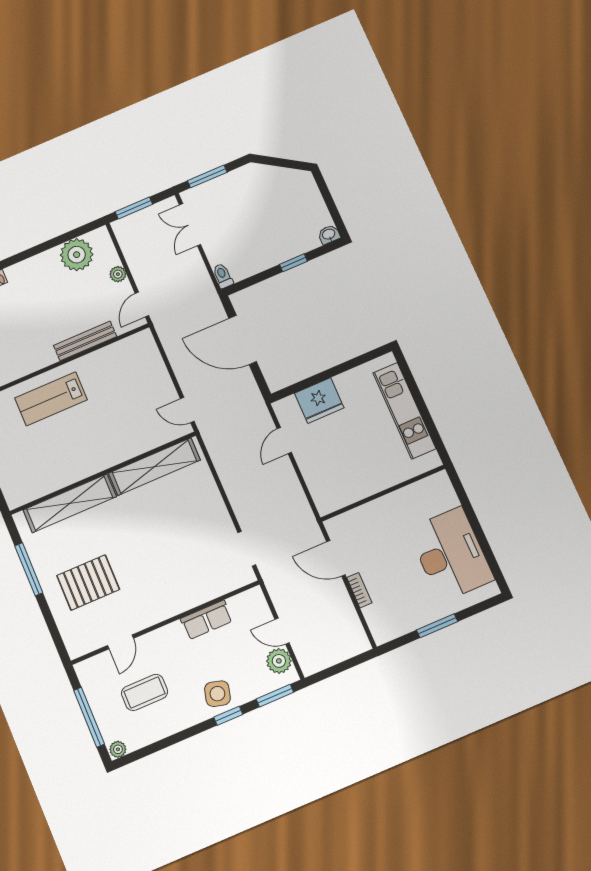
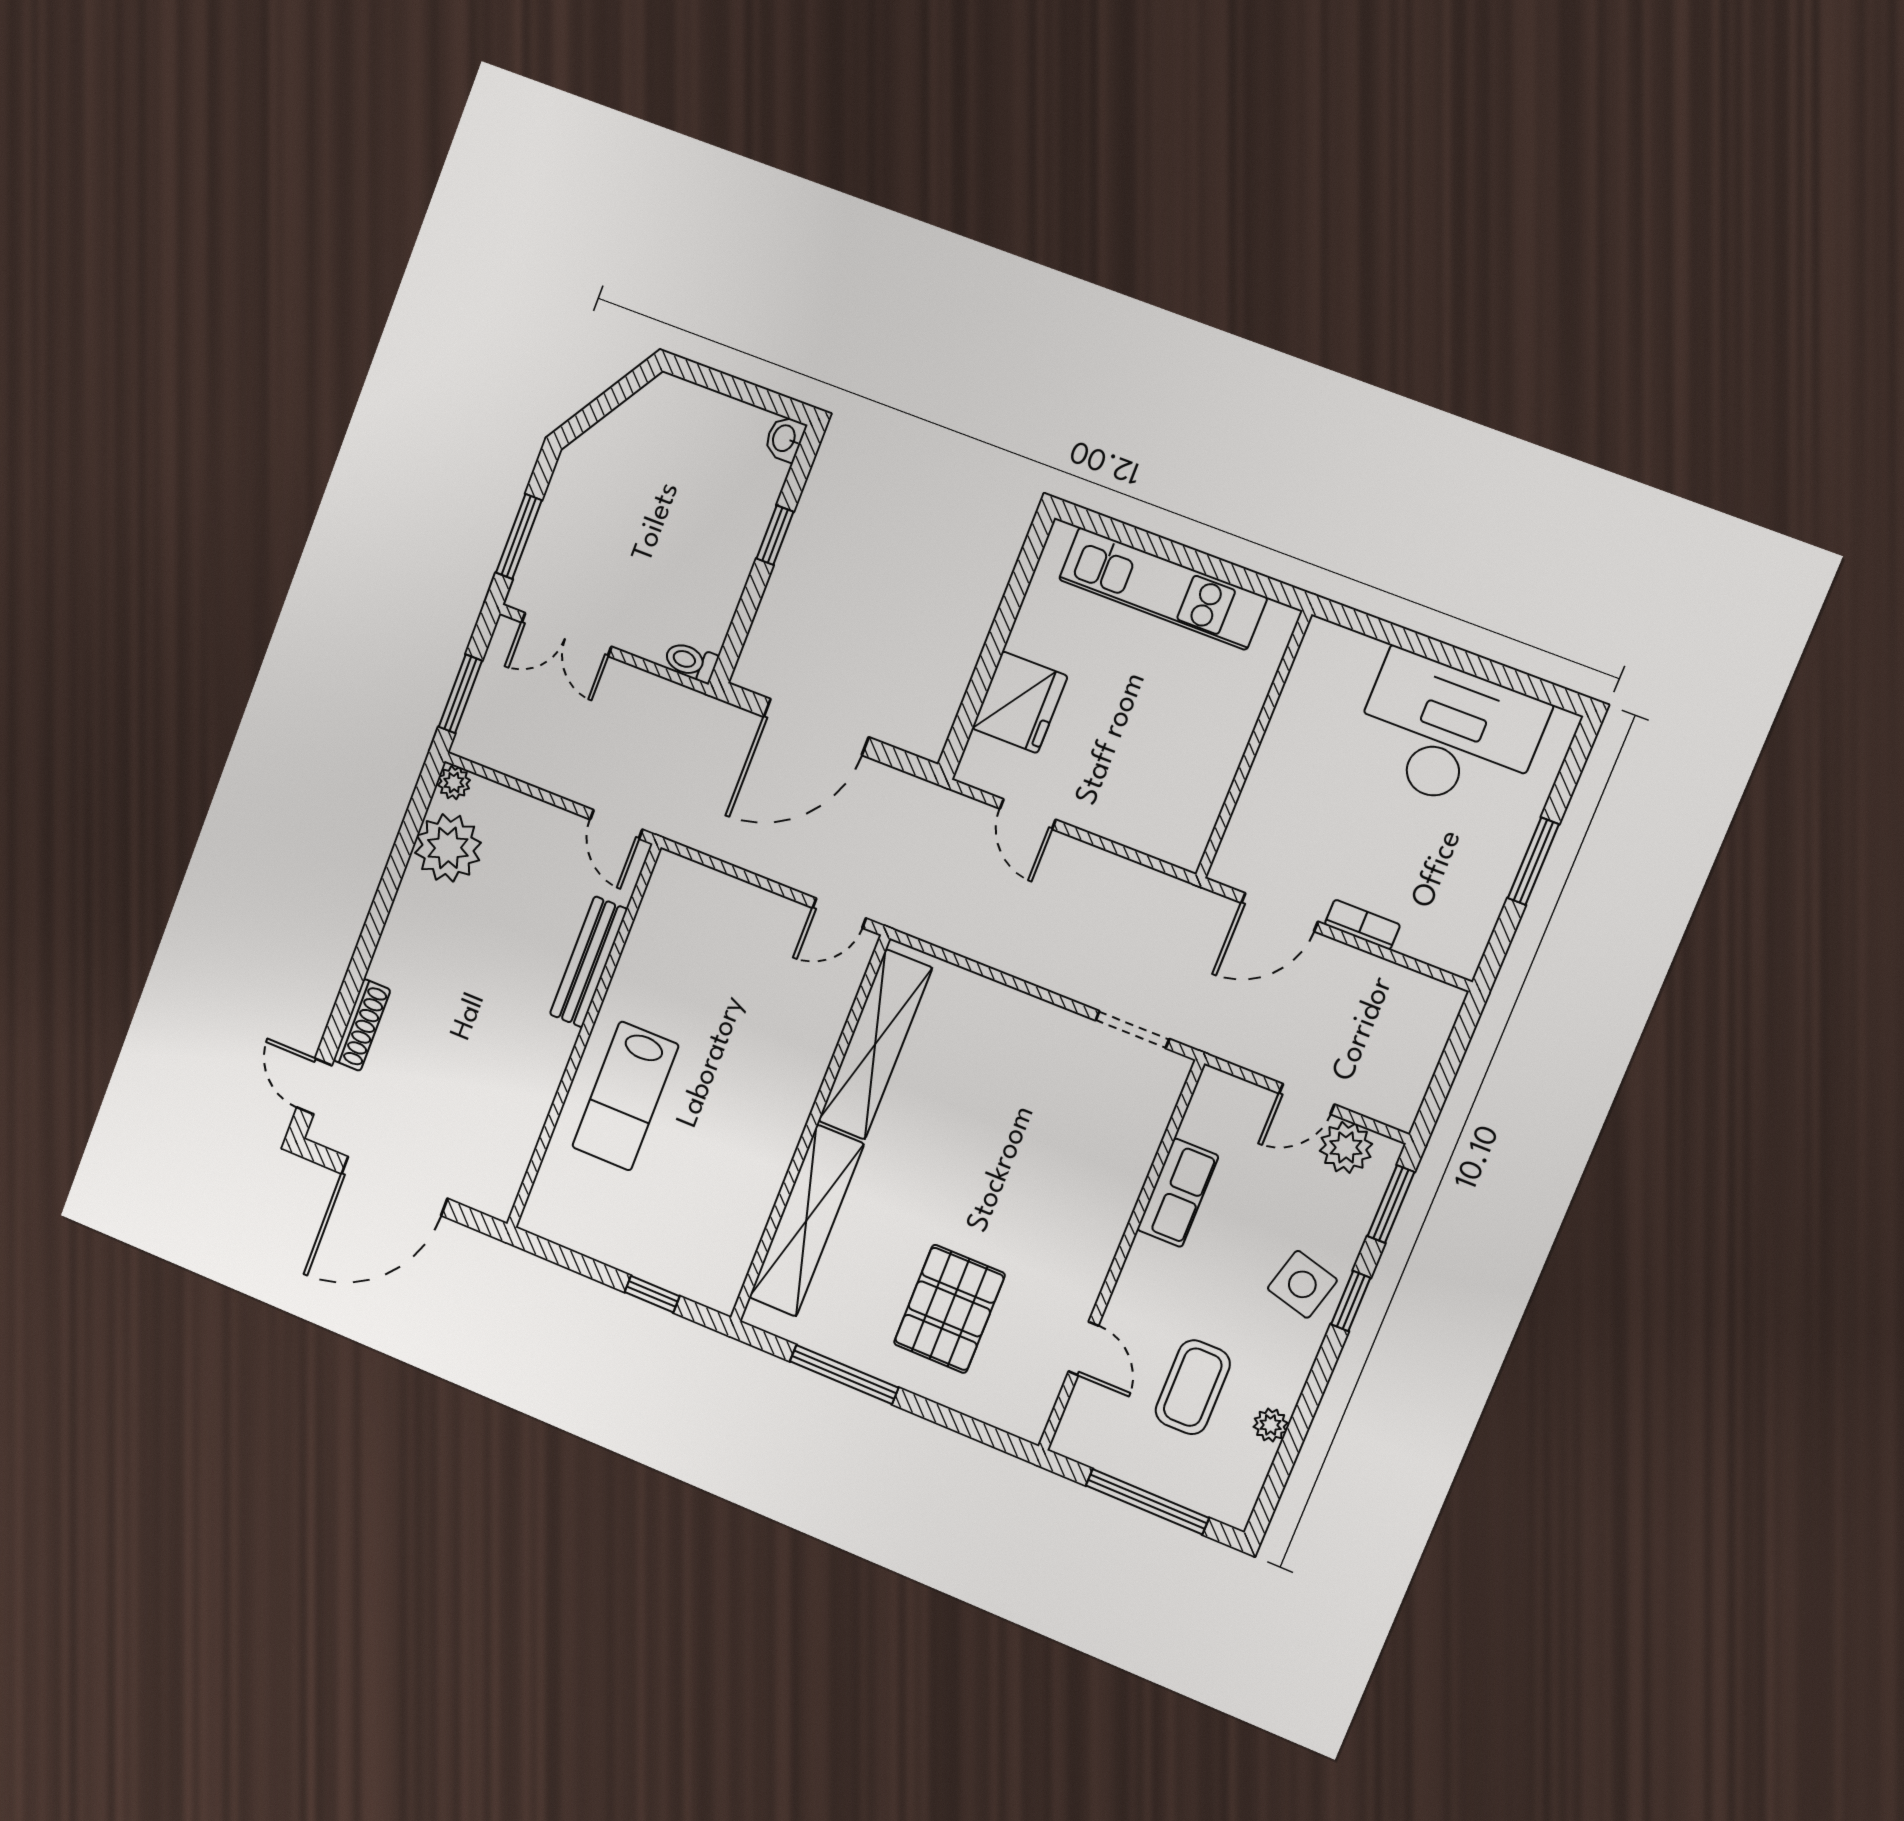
plant: (118, 274) -> (454, 783), moved
plant: (118, 749) -> (1271, 1425), moved

